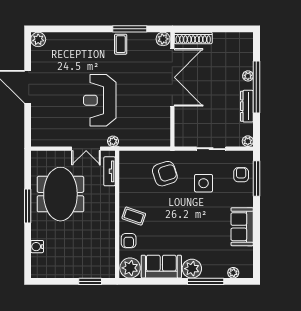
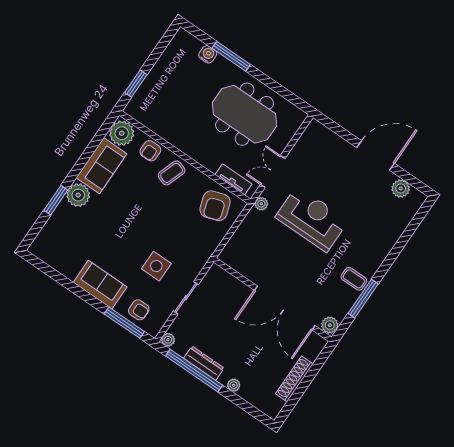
shoe rack: (193, 38) -> (294, 379), moved
plant: (38, 39) -> (401, 188), moved
window: (256, 87) -> (194, 371), moved
armchair: (165, 174) -> (215, 206), moved
window: (28, 206) -> (231, 56), moved
sofa: (242, 227) -> (100, 285), moved
armchair: (129, 241) -> (150, 151), turned -90
plant: (233, 273) -> (45, 234), removed
window: (206, 281) -> (56, 200), width x0.69

